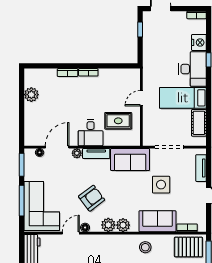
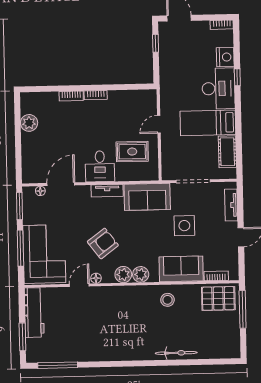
plant: (77, 153) -> (84, 191), removed

